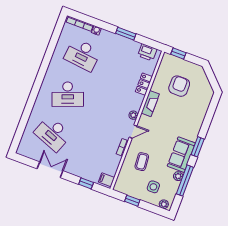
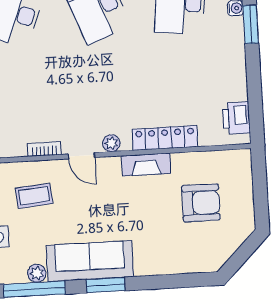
window: (126, 34) -> (251, 24), moved
window: (178, 53) -> (259, 175), removed
locker: (144, 84) -> (165, 138), width x1.53
sofa: (181, 155) -> (90, 261), width x1.36

